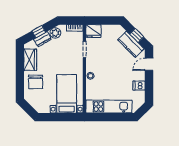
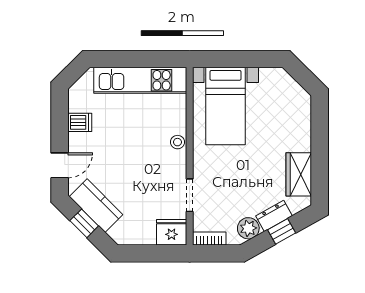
chair: (36, 82) -> (288, 130), removed

